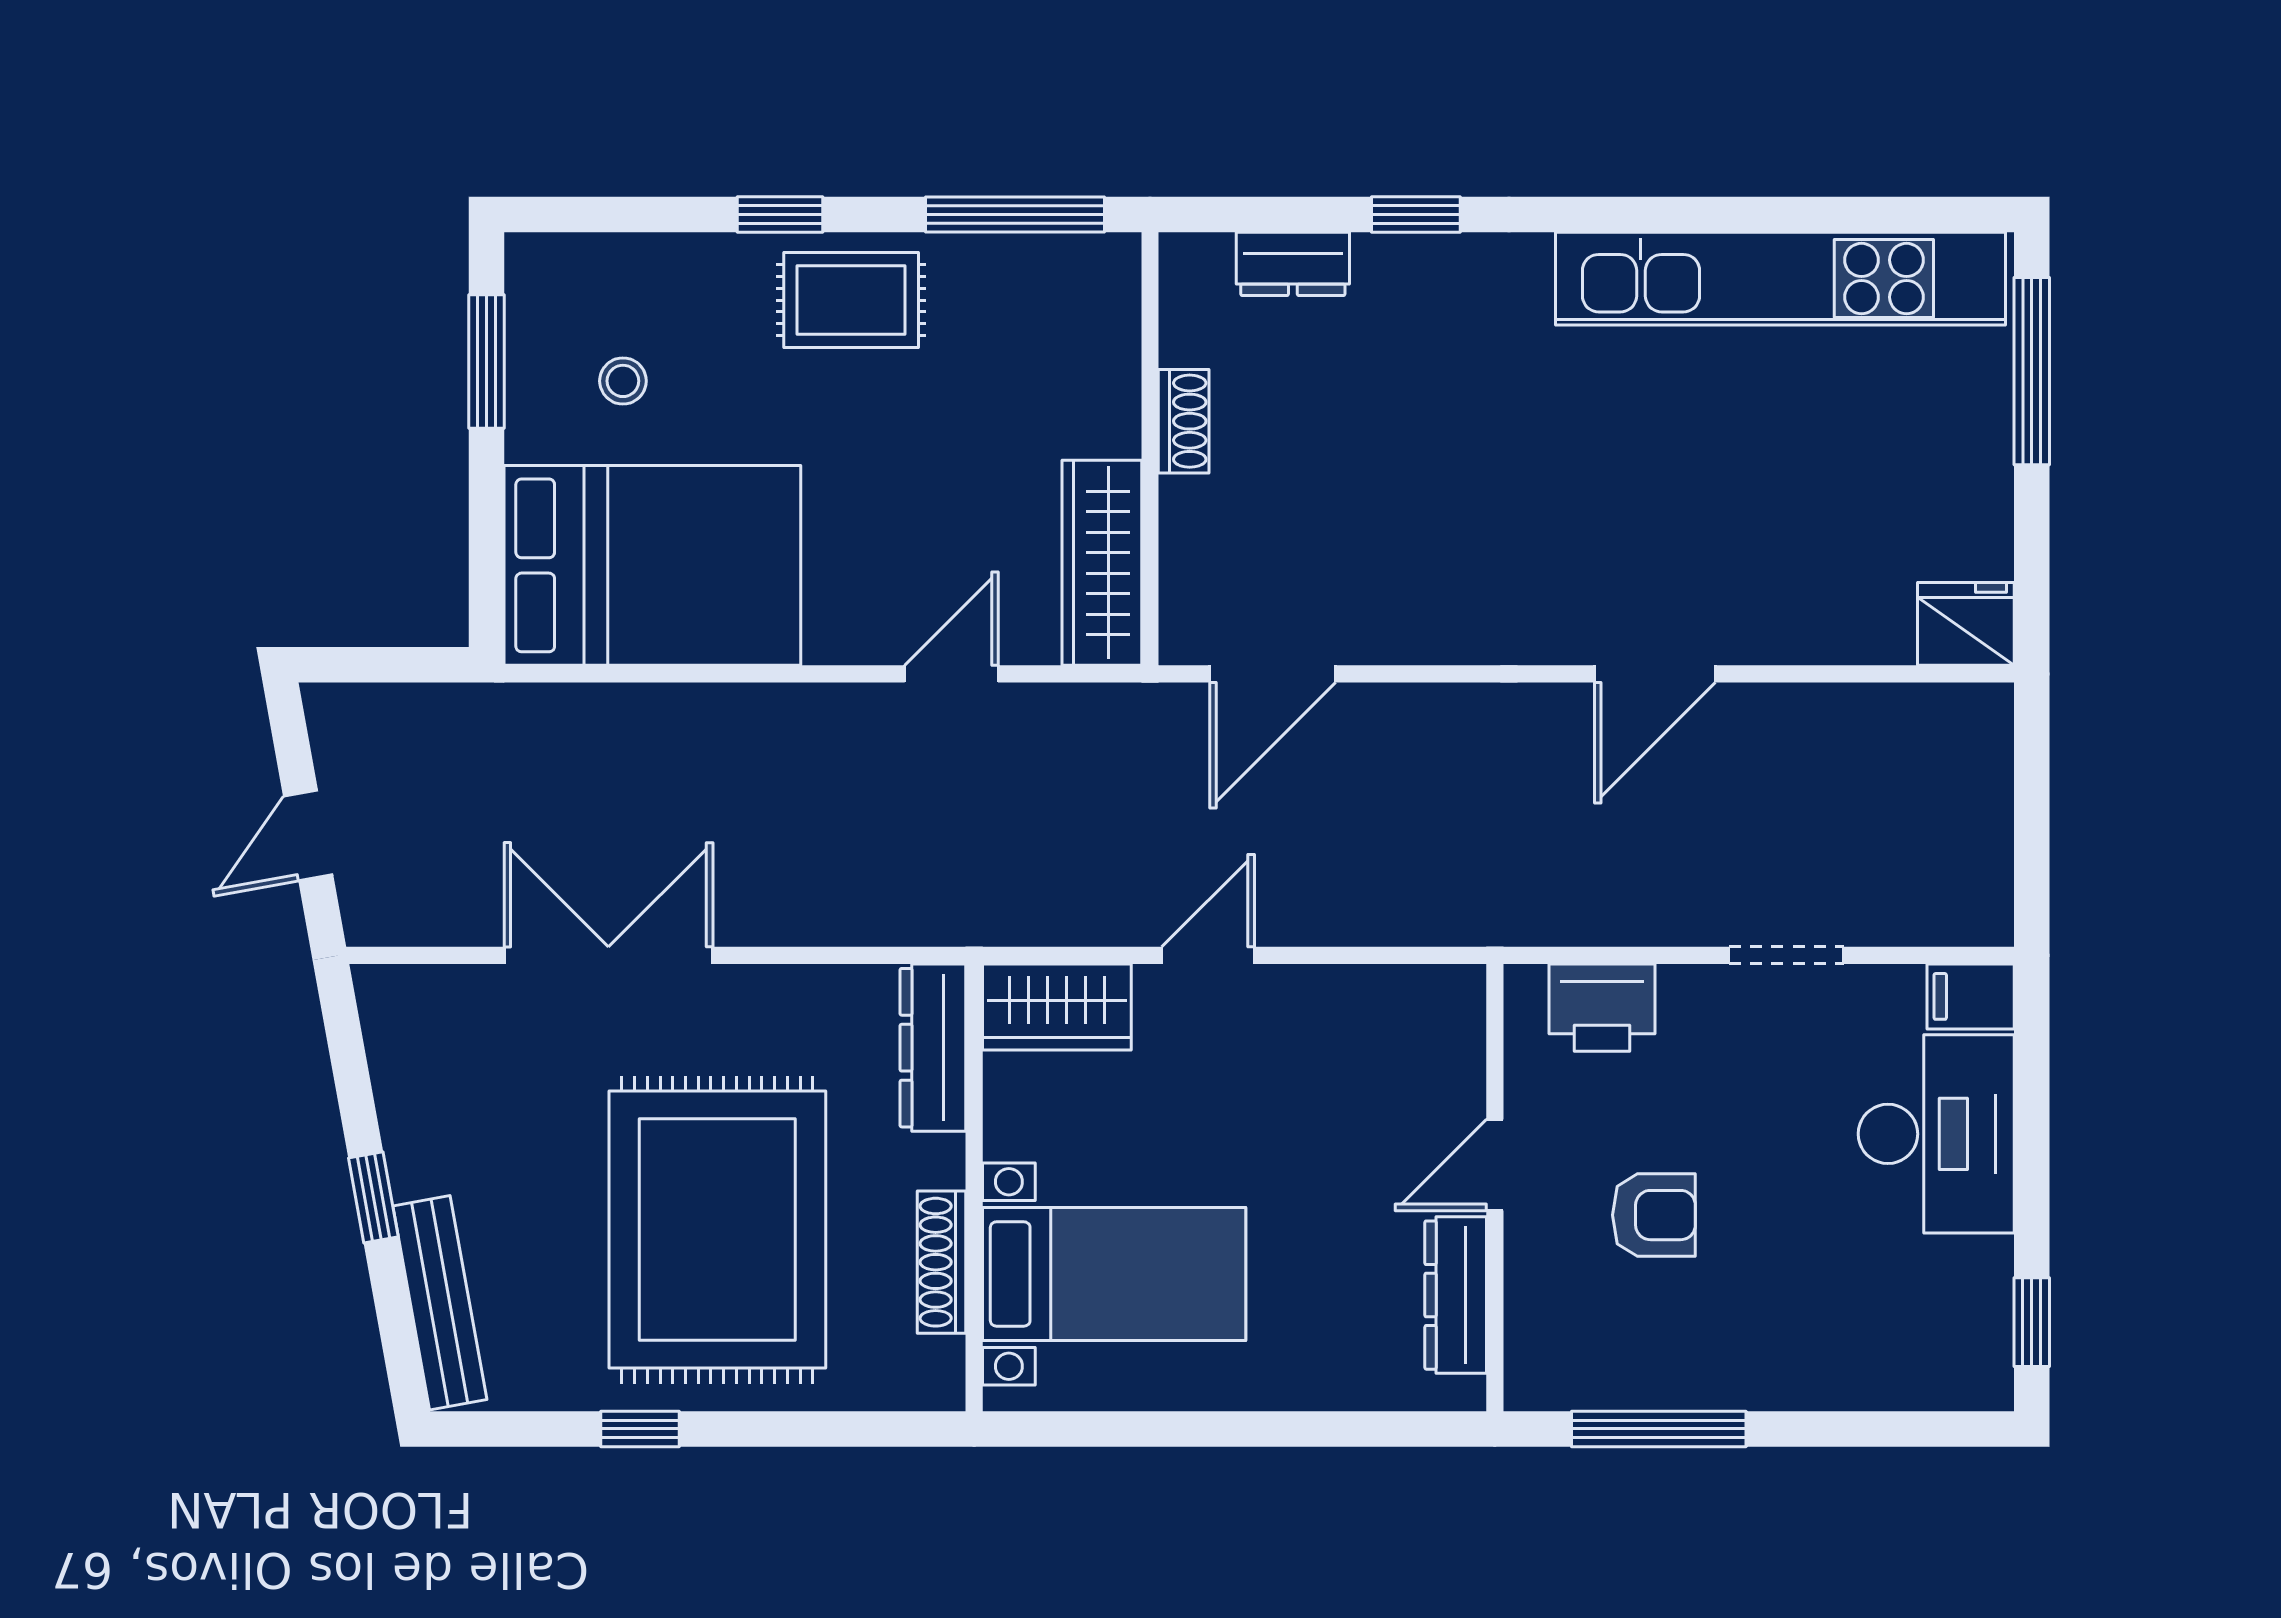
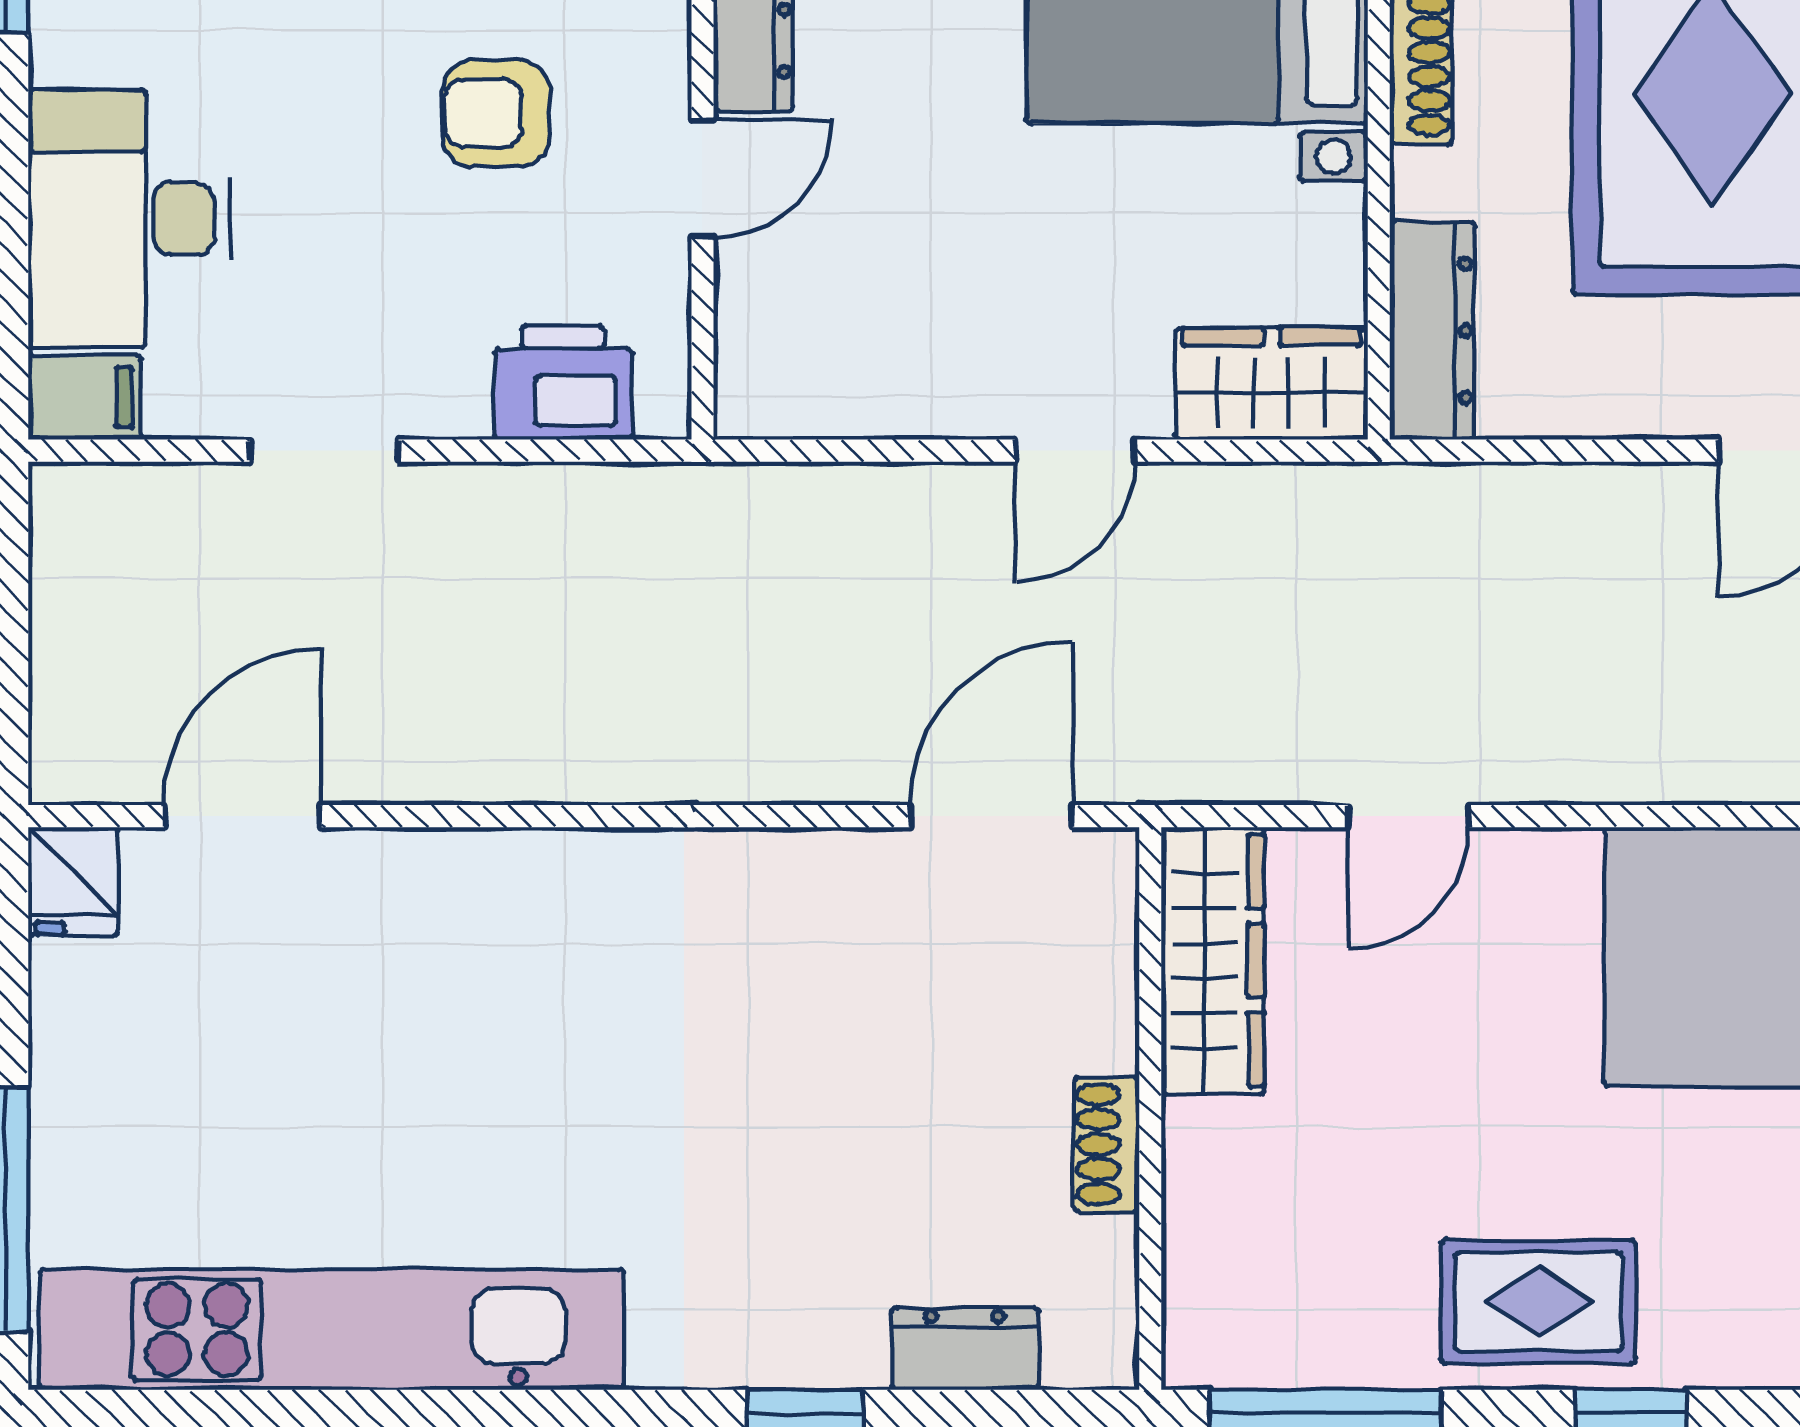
fridge: (1966, 624) -> (73, 881), width x0.72
door: (1655, 674) -> (242, 816), moved

